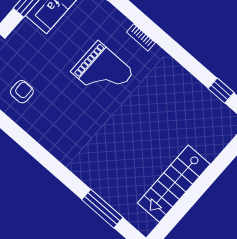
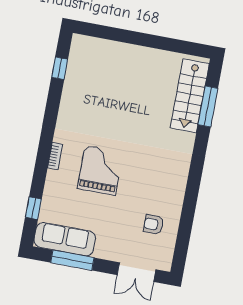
stairs: (174, 184) -> (190, 96), moved, turned 90

